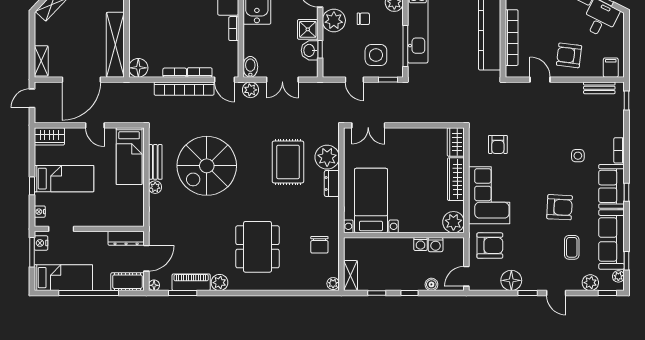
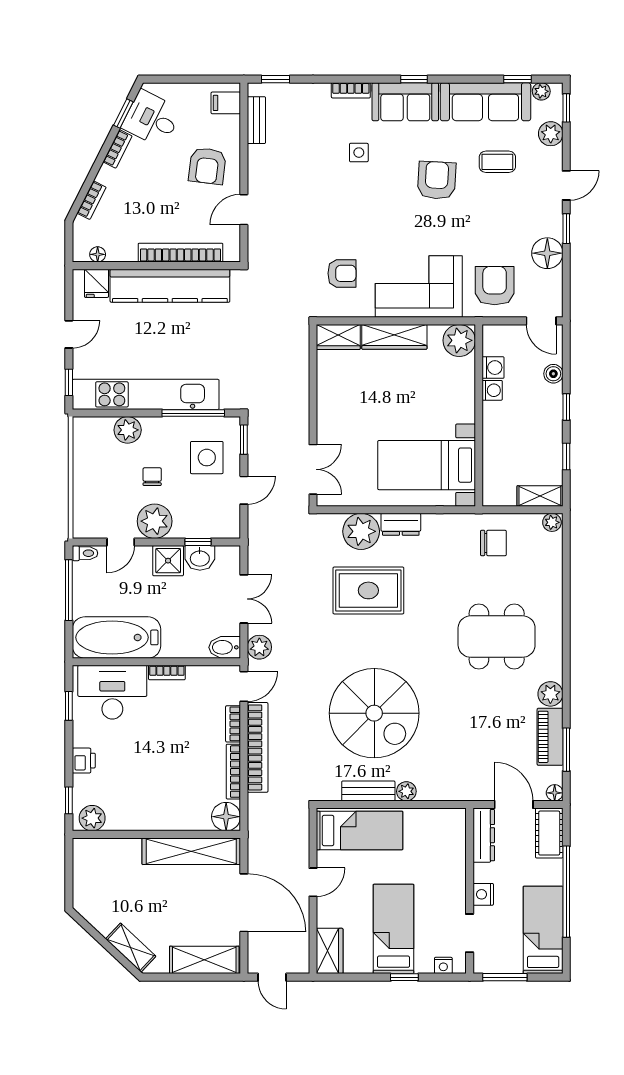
shelving: (41, 61) -> (204, 960), width x1.50, depth x1.33
bookcase: (175, 73) -> (233, 772), width x1.56
nightstand: (41, 243) -> (483, 894), moved, turned 90

